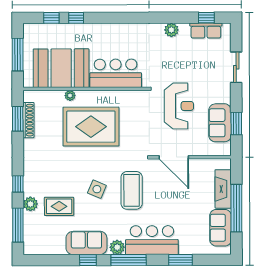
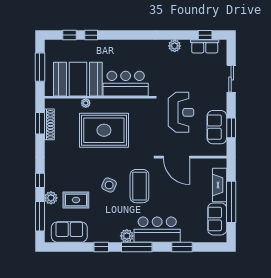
sofa: (86, 243) -> (69, 232), moved

